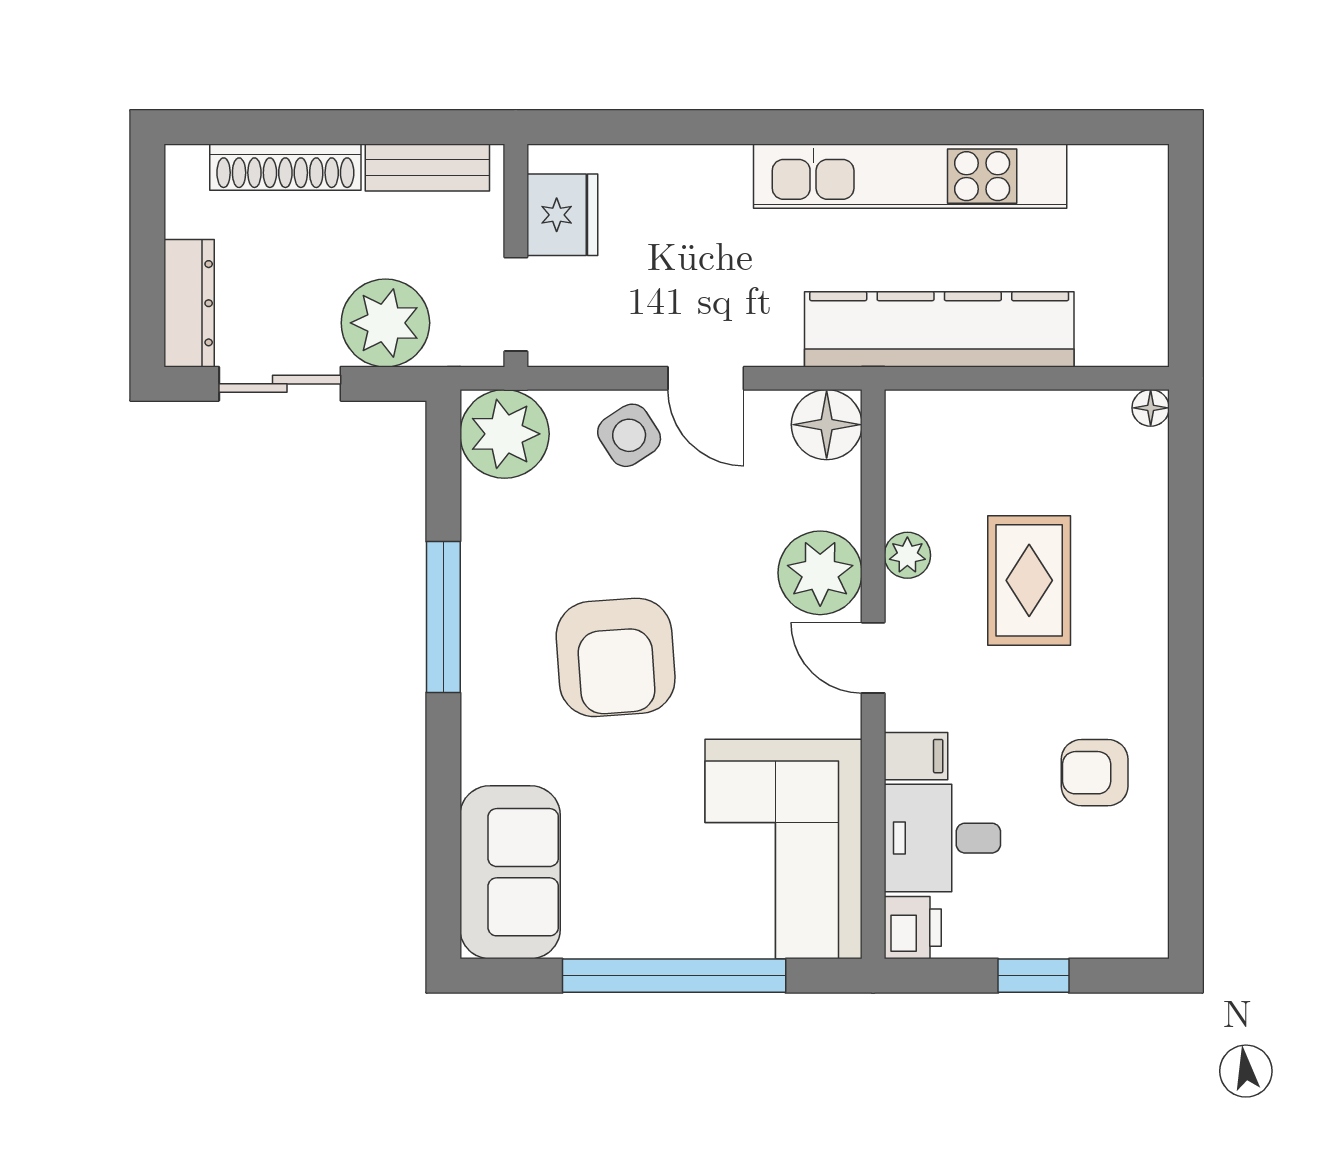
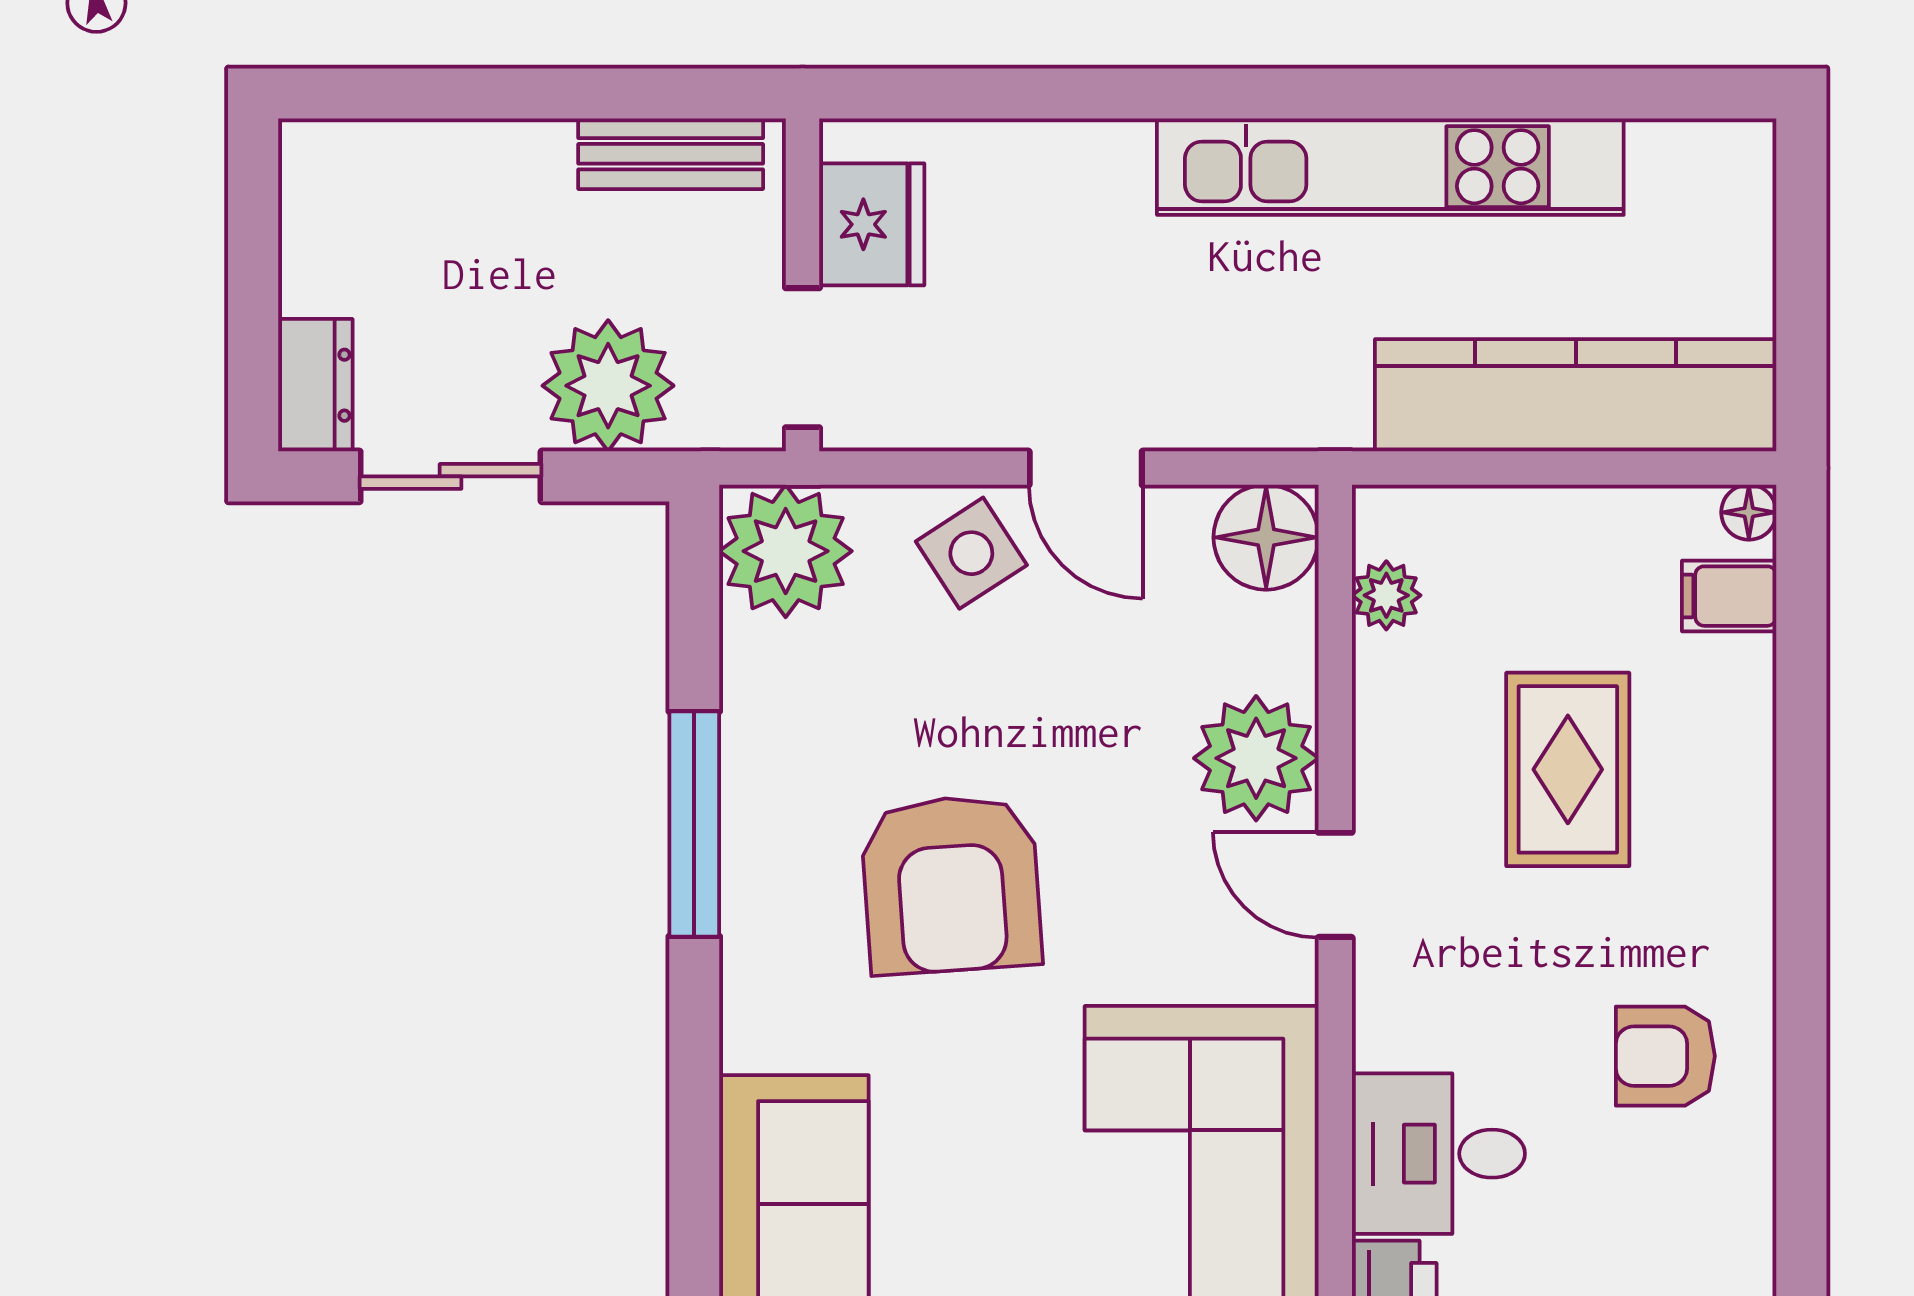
shoe rack: (285, 167) -> (459, 153), removed
dresser: (189, 303) -> (315, 385), width x0.70
kitchen counter: (939, 329) -> (1576, 395), moved
plant: (907, 555) -> (1386, 595), moved
filing cabinet: (916, 756) -> (1729, 596), moved, turned 180

